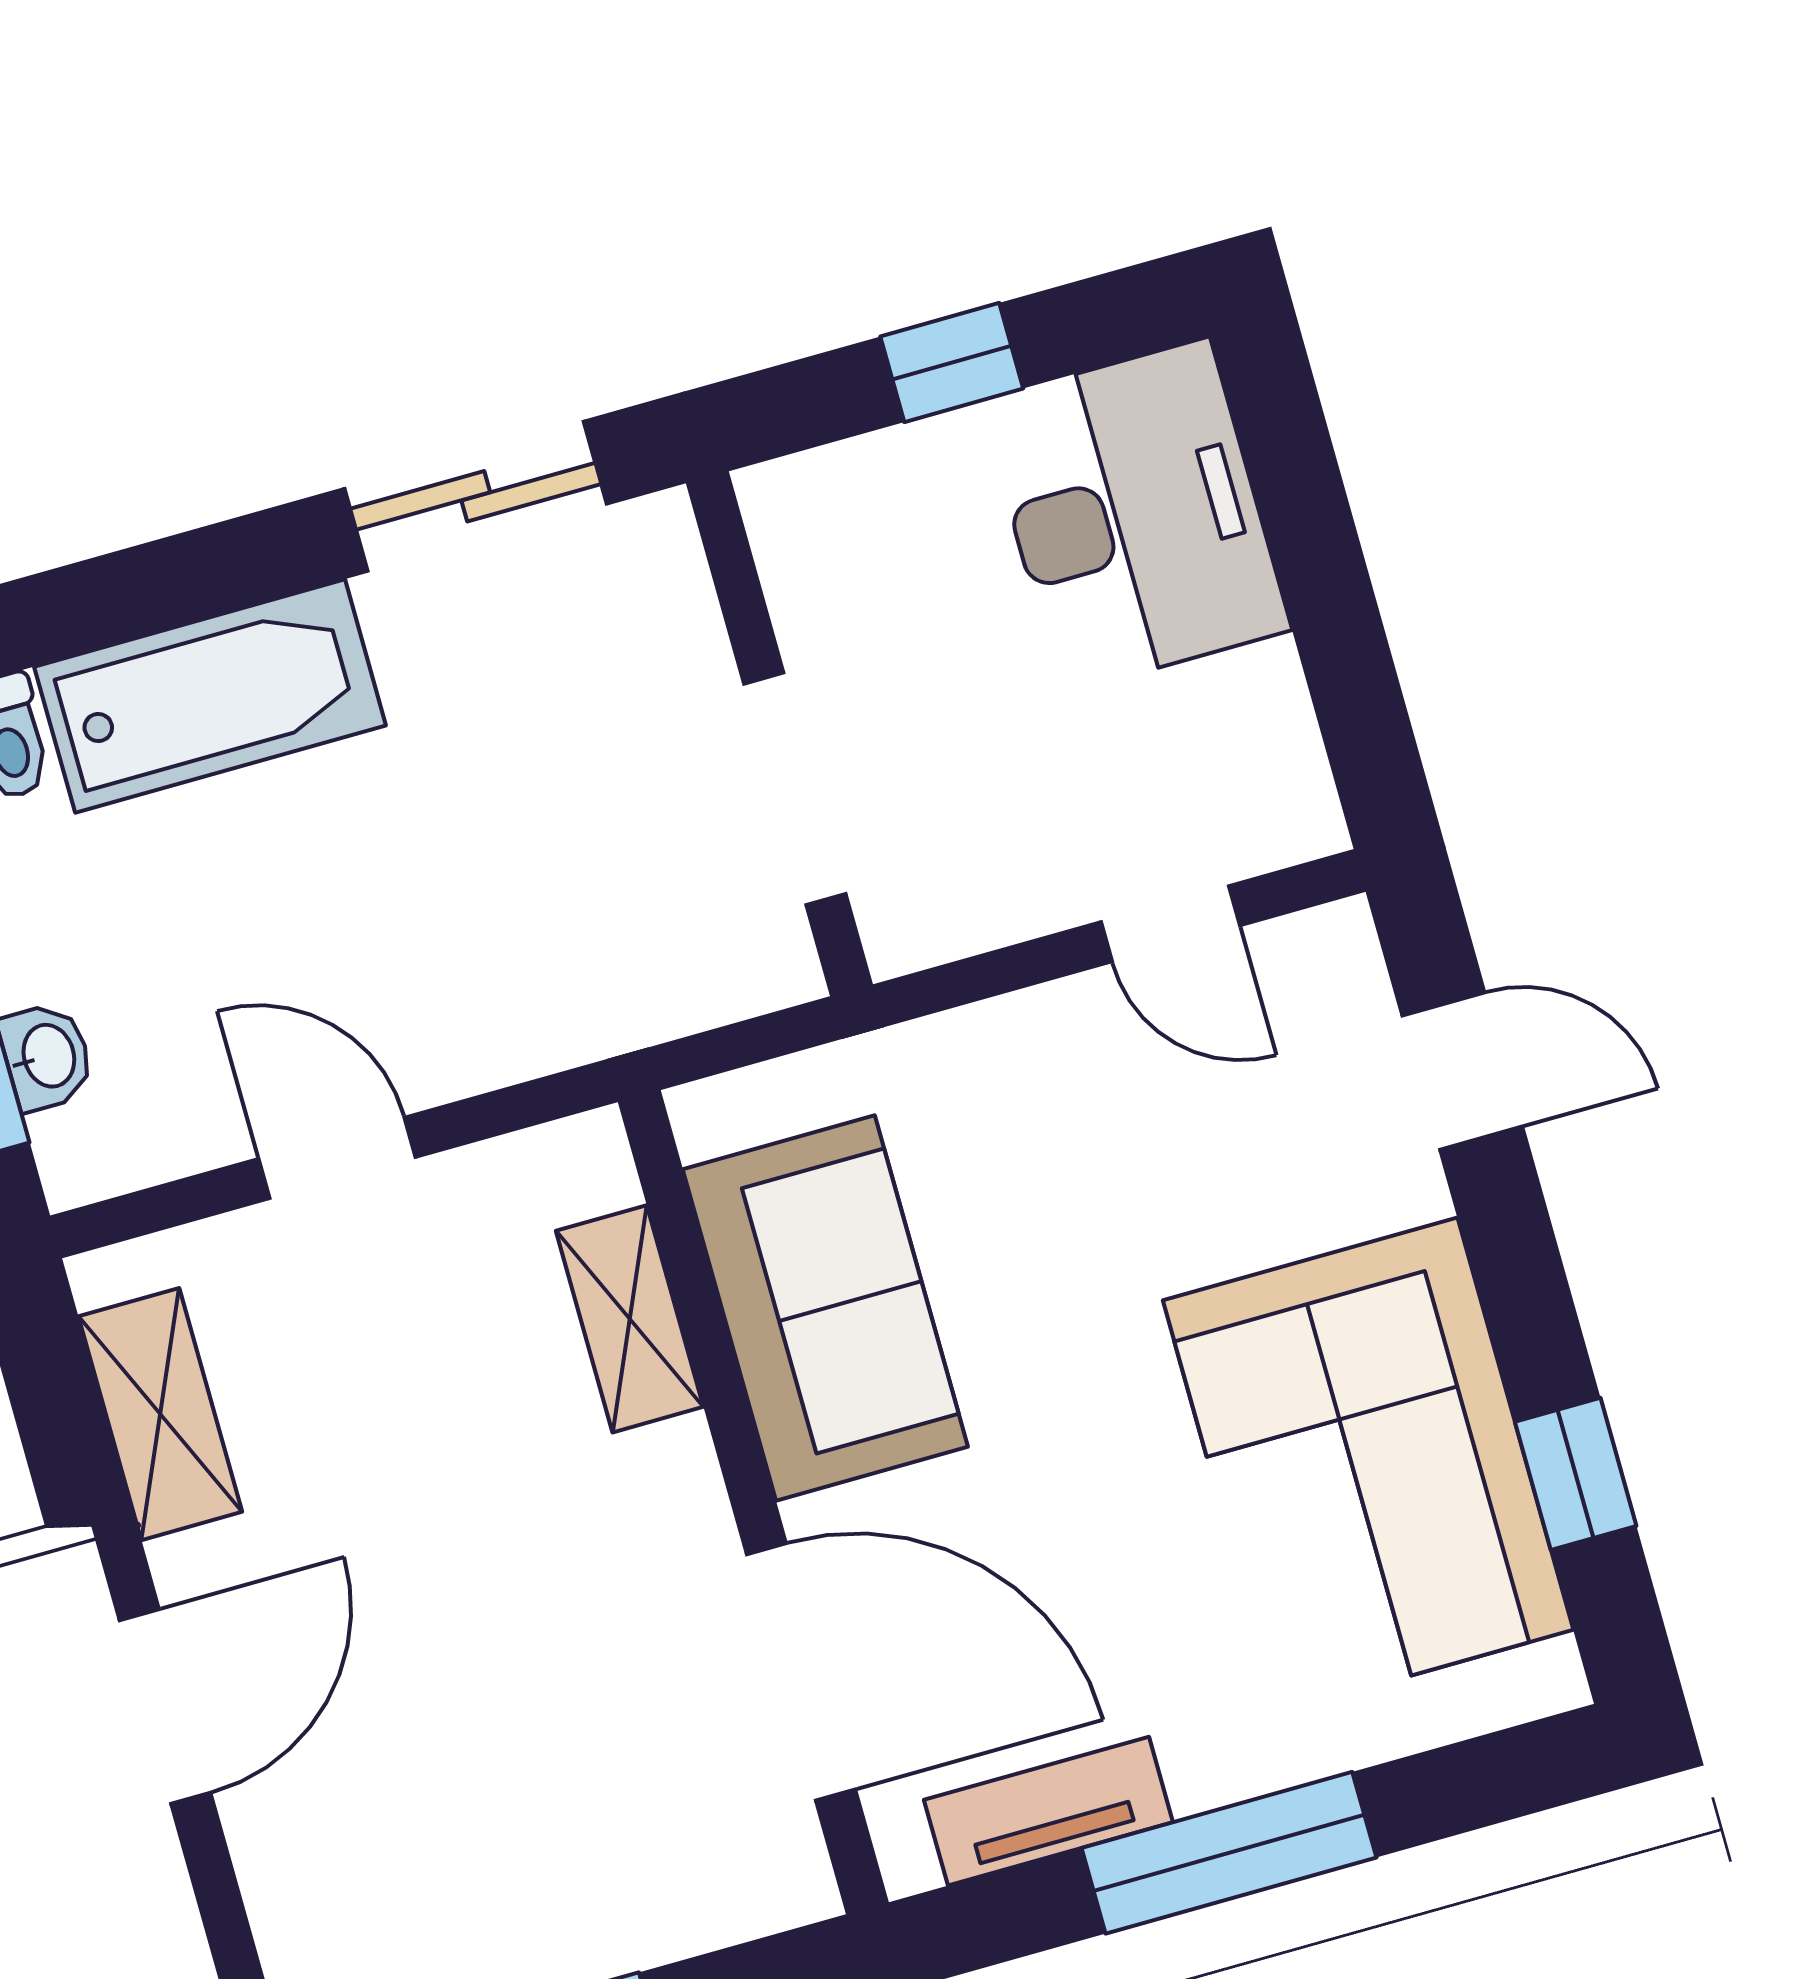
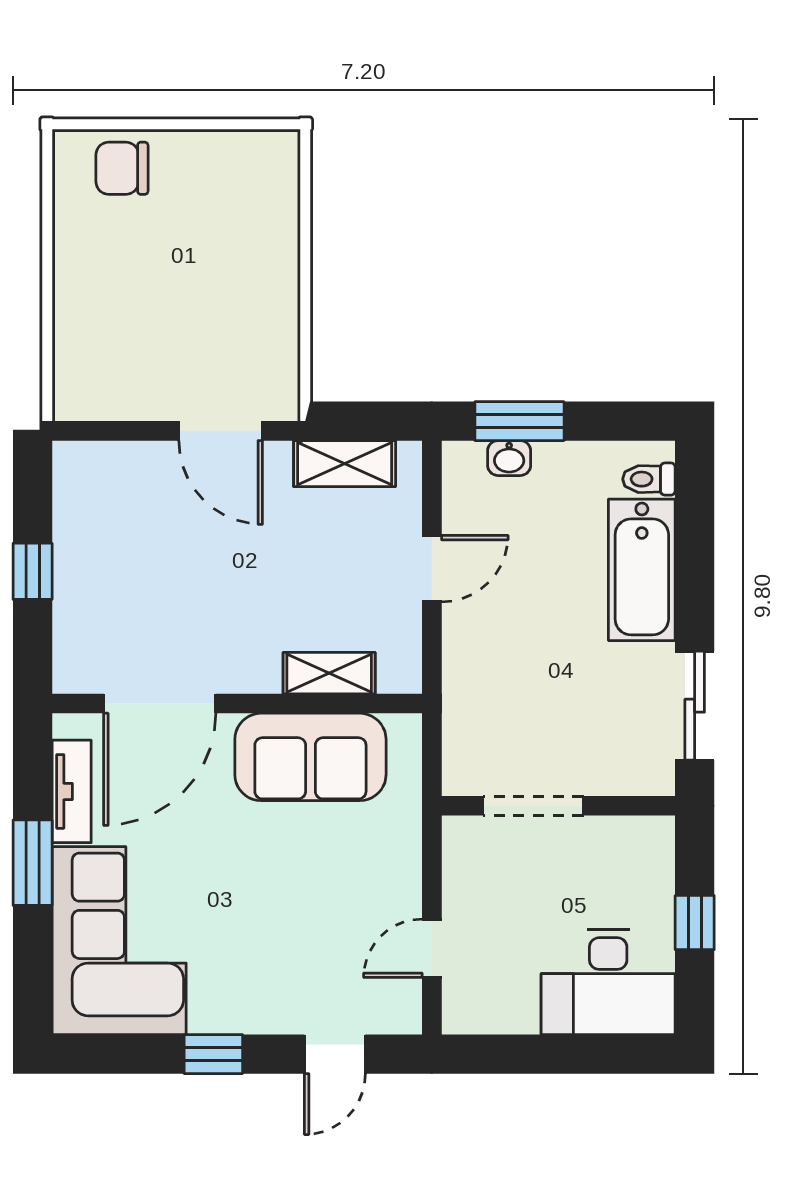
corner sofa: (1368, 1465) -> (119, 941), moved, turned 90
window: (1576, 1474) -> (213, 1054), moved
window: (1229, 1853) -> (33, 863), width x0.69

